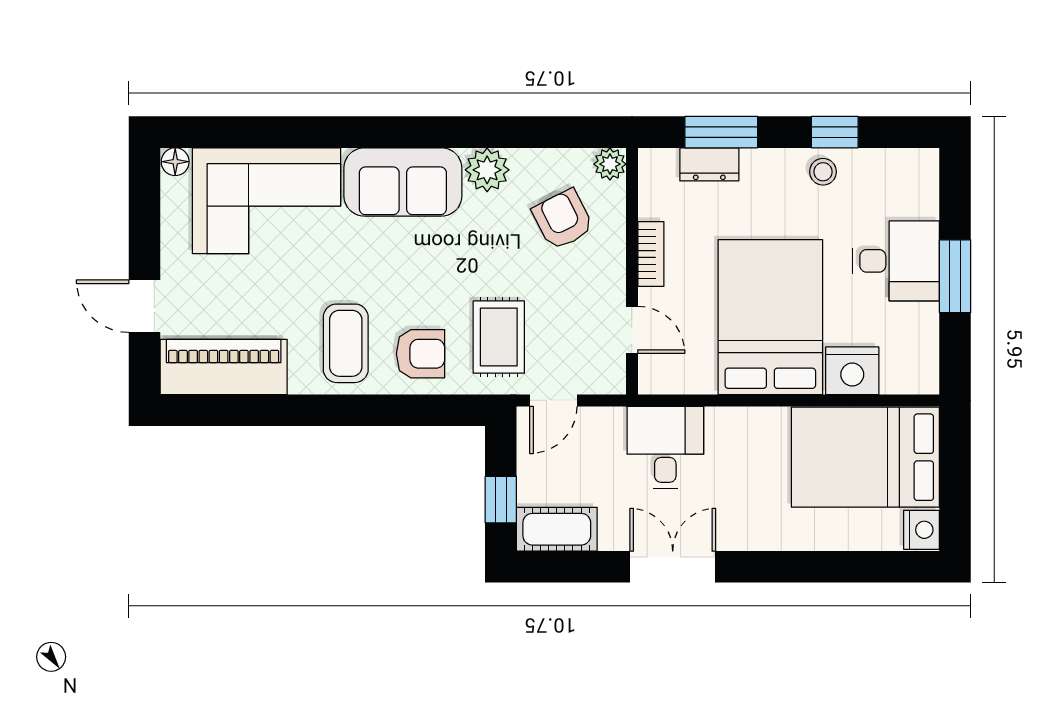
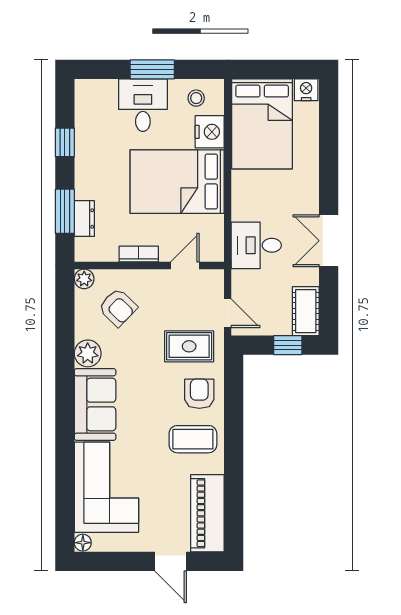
stool: (823, 172) -> (196, 98), moved
armchair: (563, 219) -> (118, 307), turned -109
door: (144, 306) -> (170, 561), hinge flipped

